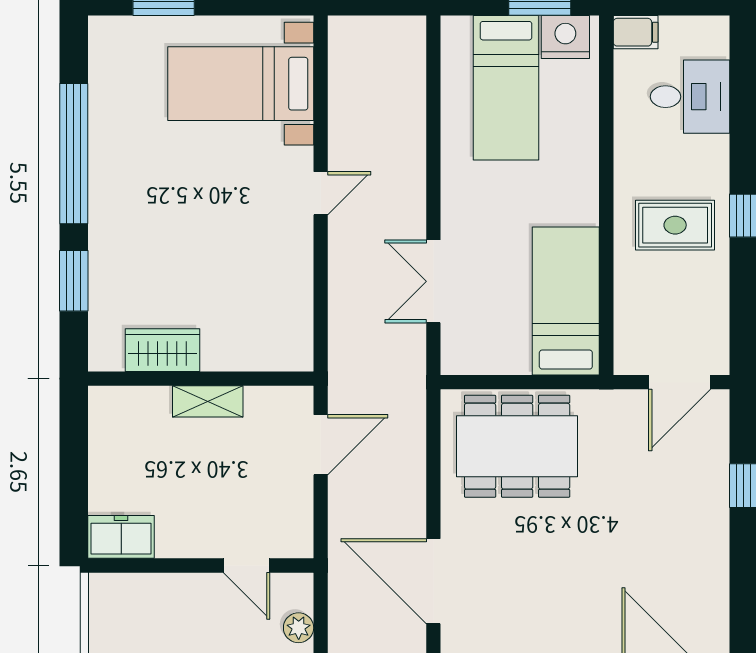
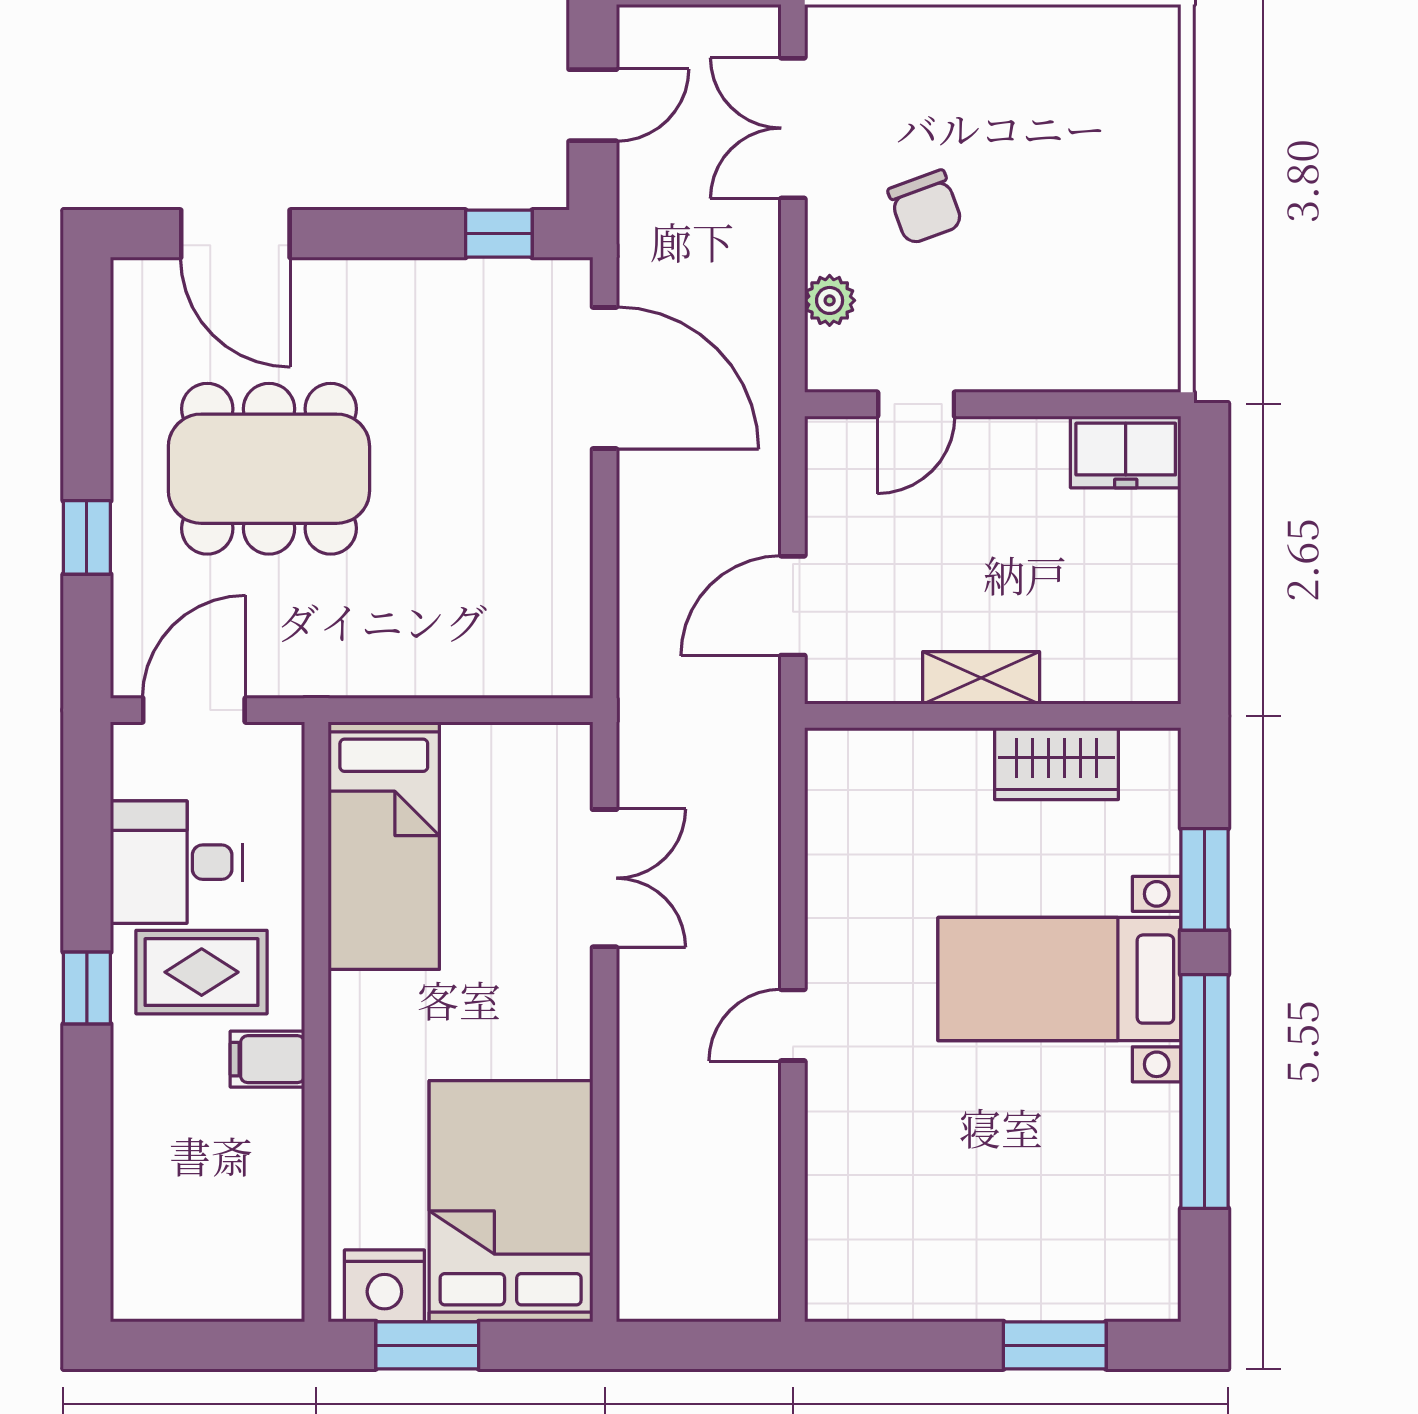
filing cabinet: (636, 32) -> (267, 1059), moved
bed with nightstands: (241, 84) -> (1059, 979), moved, turned 180
bed: (506, 88) -> (511, 1201), width x1.50
desk: (690, 97) -> (176, 862), moved
dining table: (517, 446) -> (269, 469), moved
door: (247, 566) -> (916, 404), swing flipped

